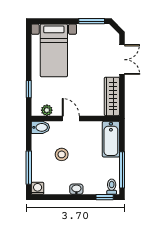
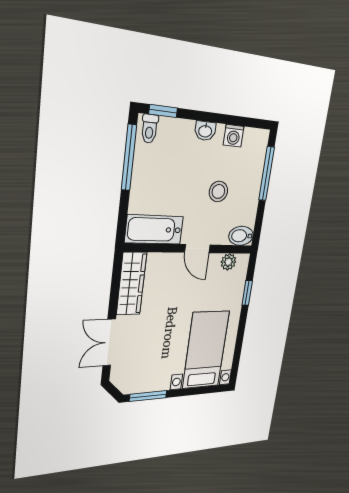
bathtub: (111, 139) -> (154, 229), moved, turned -90
washing machine: (38, 188) -> (234, 136), moved

